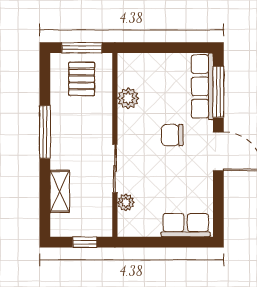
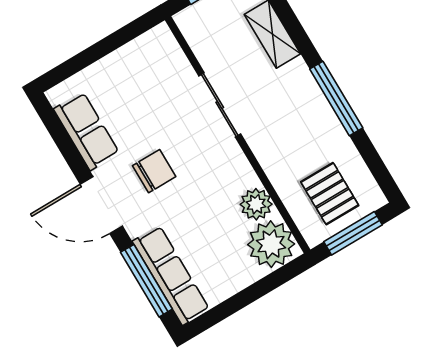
chair: (172, 135) -> (154, 171), moved
plant: (126, 202) -> (271, 244), moved, width x1.88, depth x1.88
row of seats: (186, 225) -> (86, 131), moved, turned -90

